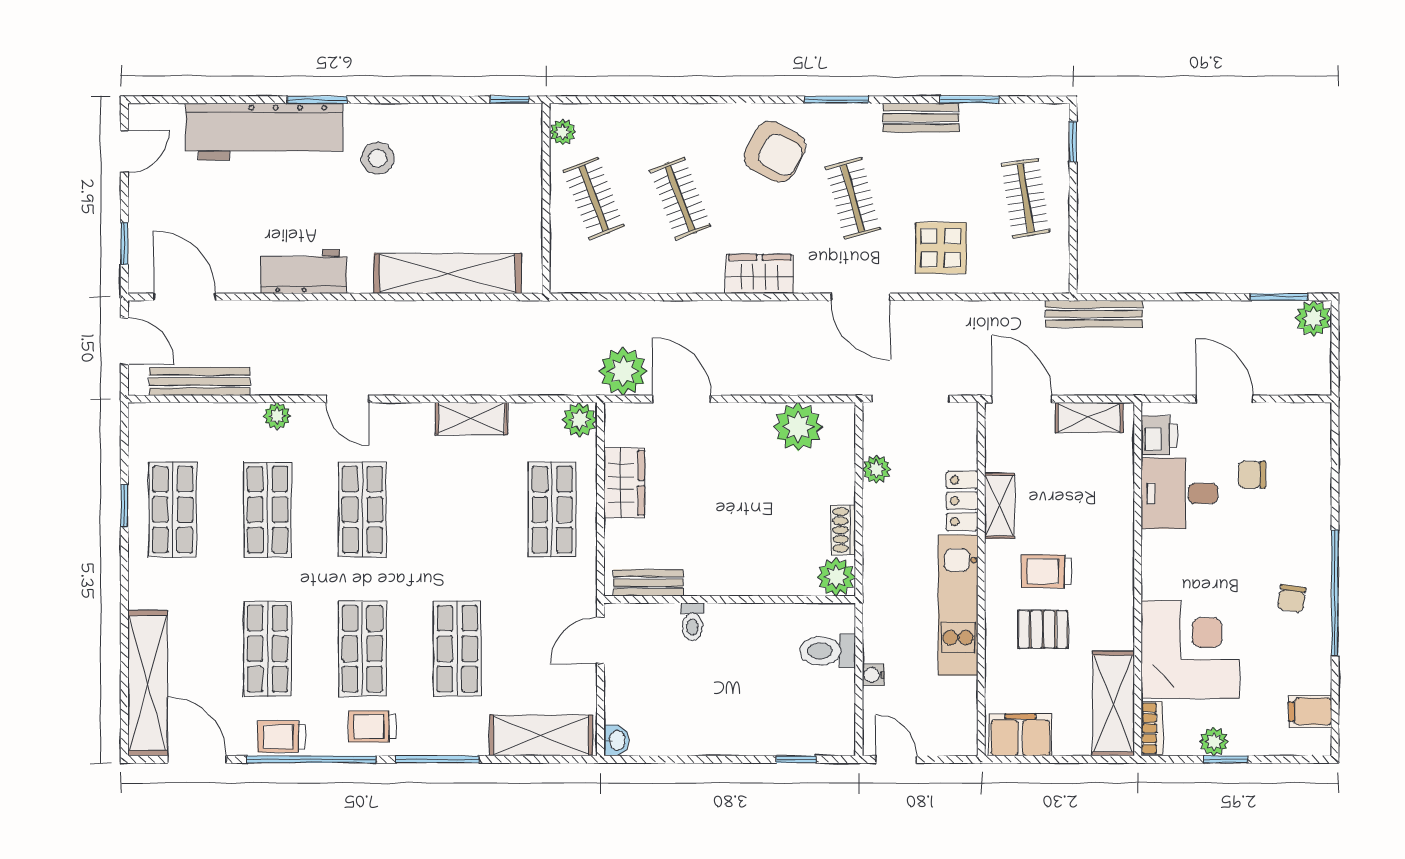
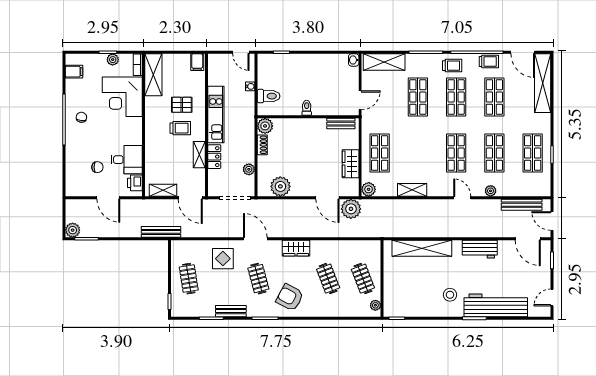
toilet: (692, 622) -> (307, 108), moved
filing cabinet: (1020, 735) -> (197, 62), width x0.50

